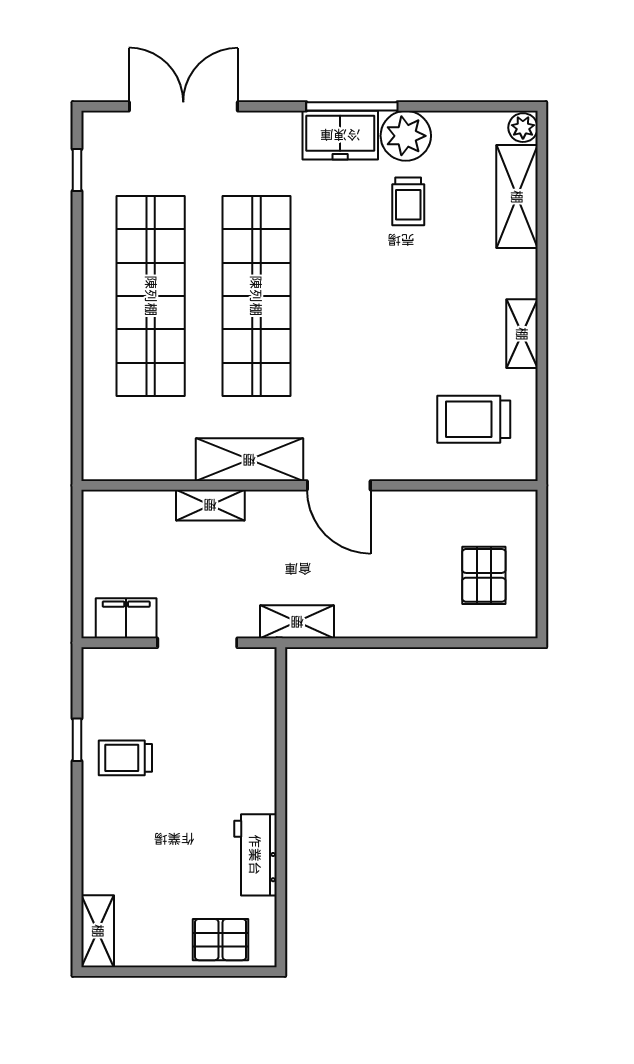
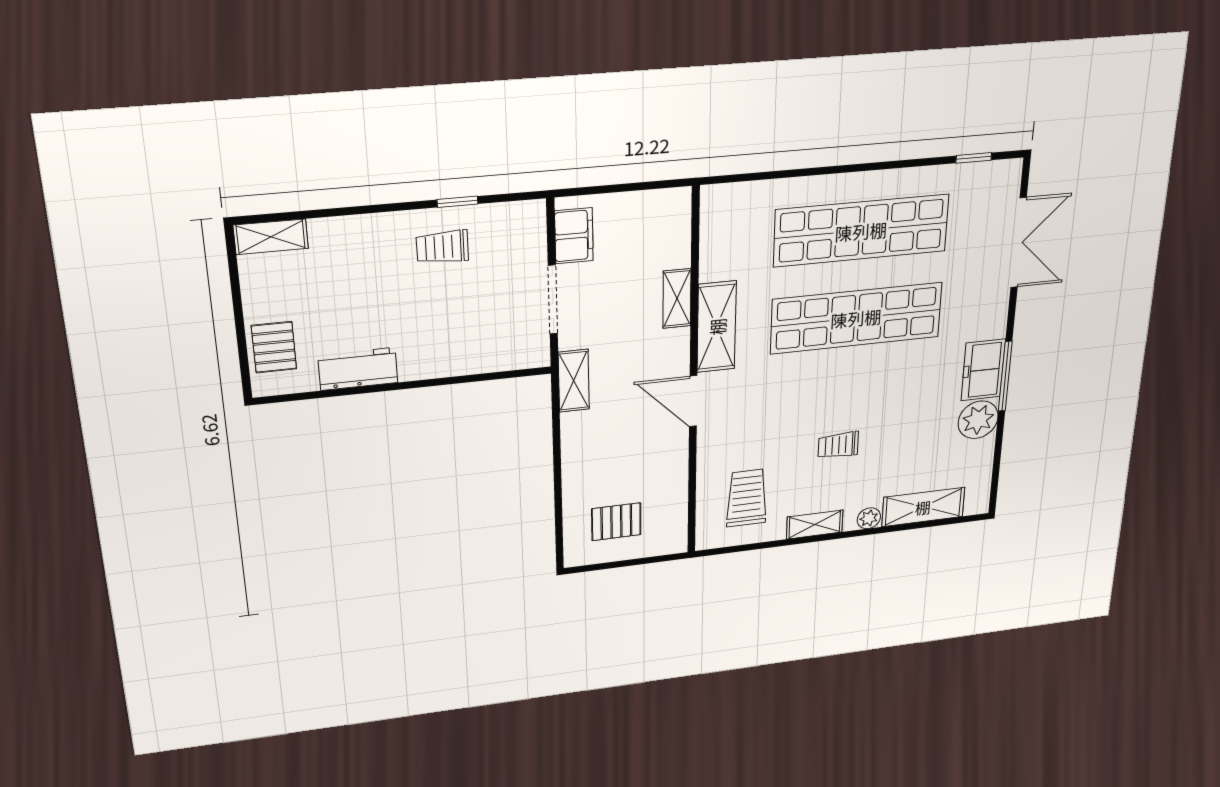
plant: (523, 128) -> (869, 518), moved
trolley: (408, 201) -> (838, 445), moved
door: (339, 485) -> (693, 401), hinge flipped
trolley: (125, 758) -> (442, 247), turned -90

